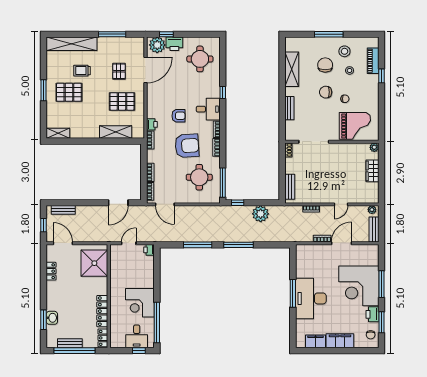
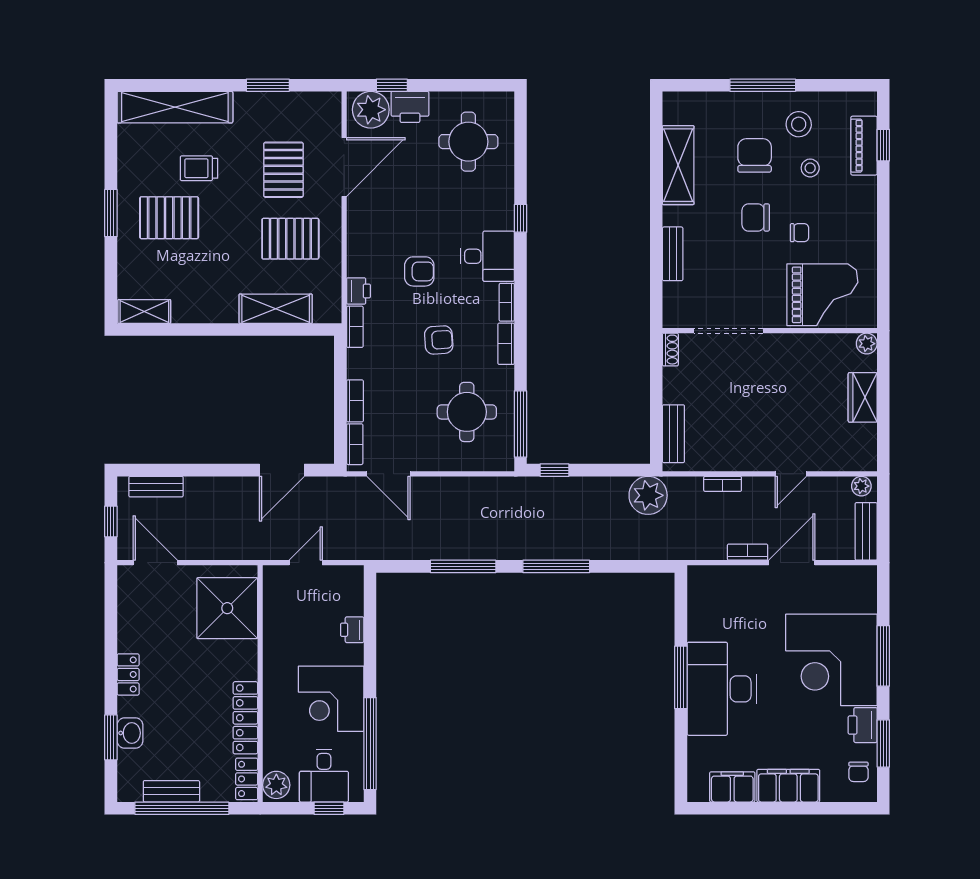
window: (112, 34) -> (268, 85), width x0.69
pallet: (119, 71) -> (283, 170), width x1.50, depth x1.42
window: (382, 76) -> (883, 145), moved
armchair: (187, 146) -> (439, 340), width x0.53, depth x0.53
plant: (261, 214) -> (648, 495), moved
printer: (149, 250) -> (352, 630), moved
locker: (51, 271) -> (128, 674), moved
plant: (116, 340) -> (276, 785), added

